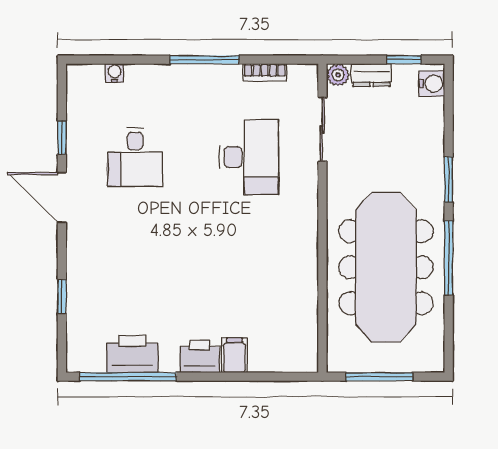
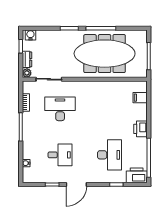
desk: (135, 279) -> (109, 155), added
printer: (132, 354) -> (137, 175), moved, turned 90
filing cabinet: (234, 355) -> (140, 98), moved

